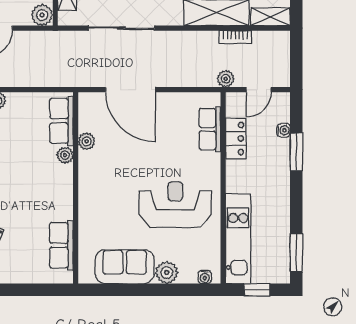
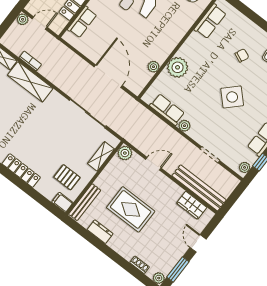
plant: (226, 79) -> (23, 19), moved
row of seats: (61, 121) -> (167, 110), moved, turned -90
plant: (65, 155) -> (178, 67), width x1.88, depth x1.88

